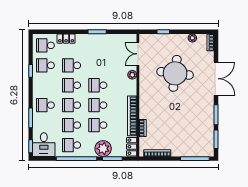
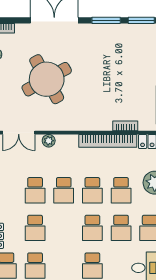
round table: (175, 73) -> (47, 79), turned -36
school desk: (72, 85) -> (35, 190), moved

